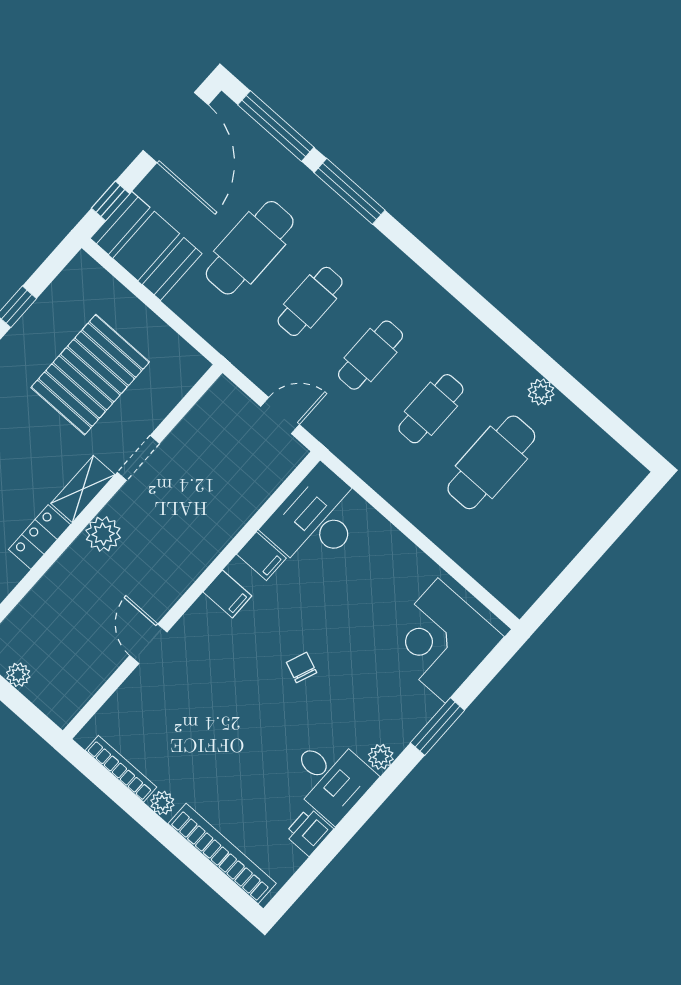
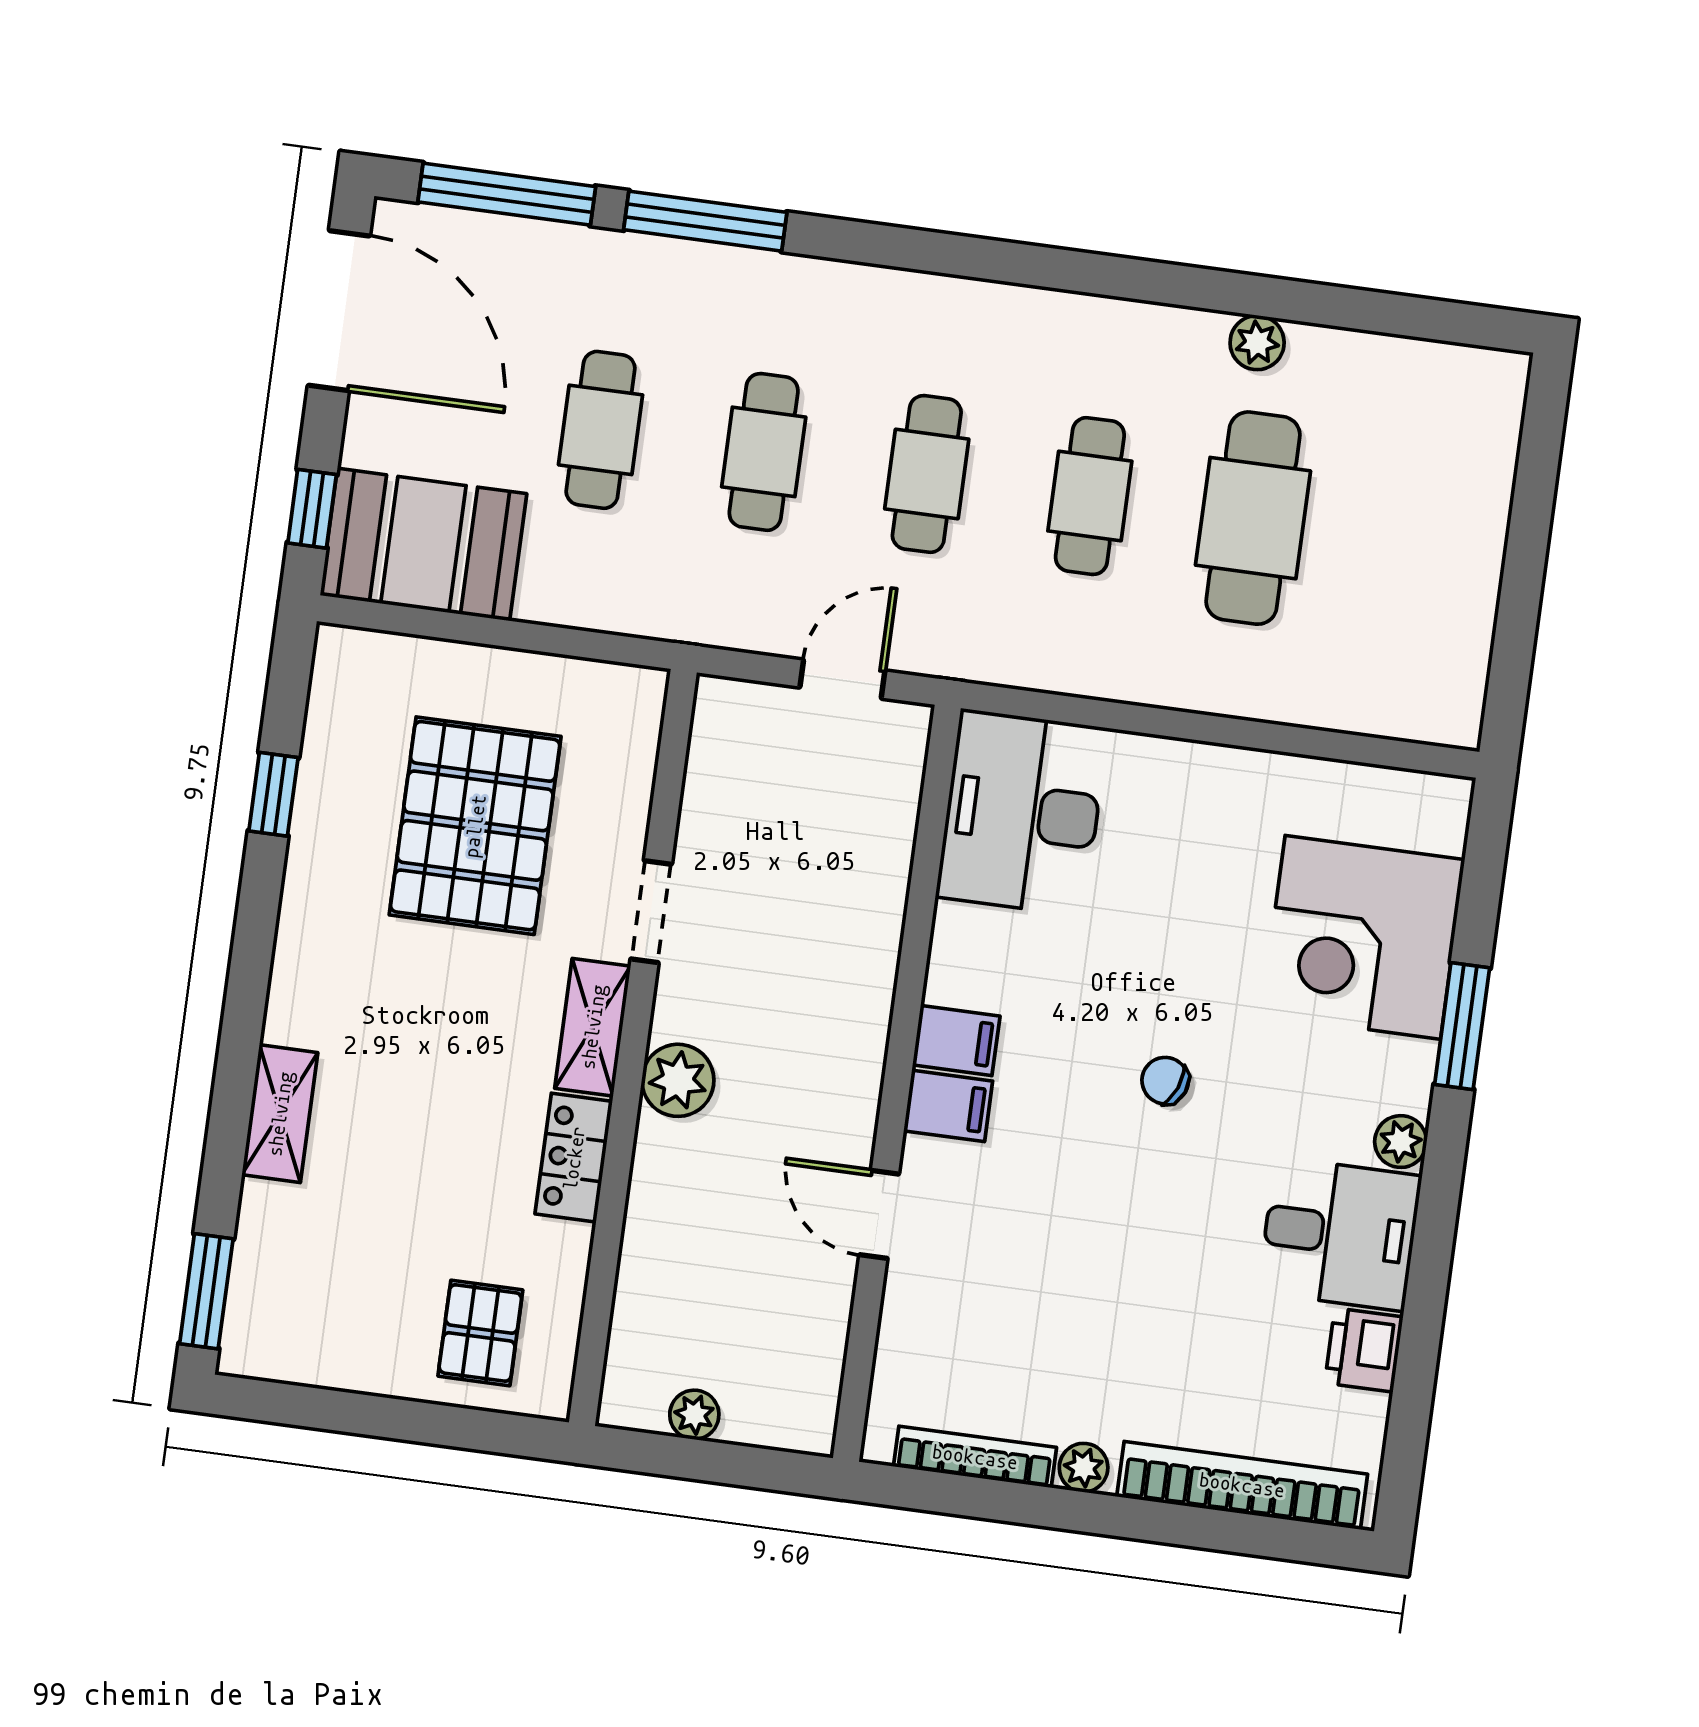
cafe table: (250, 248) -> (601, 430), width x0.73, depth x0.74
filing cabinet: (261, 556) -> (948, 1106), moved
corner desk: (442, 640) -> (1363, 937), moved

